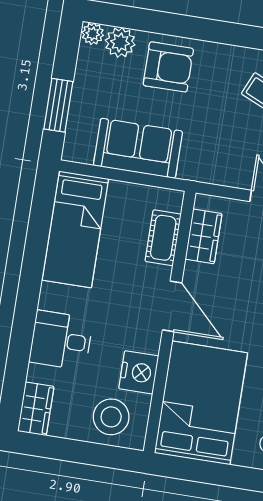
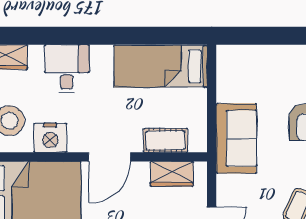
window: (58, 105) -> (262, 36), removed
sofa: (138, 148) -> (236, 138), moved

